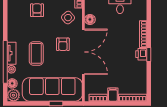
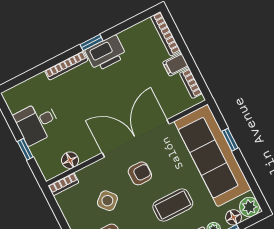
side table: (68, 18) -> (107, 201), moved
floor lamp: (90, 19) -> (70, 160), moved
printer: (141, 54) -> (106, 53), width x1.87, depth x1.48

